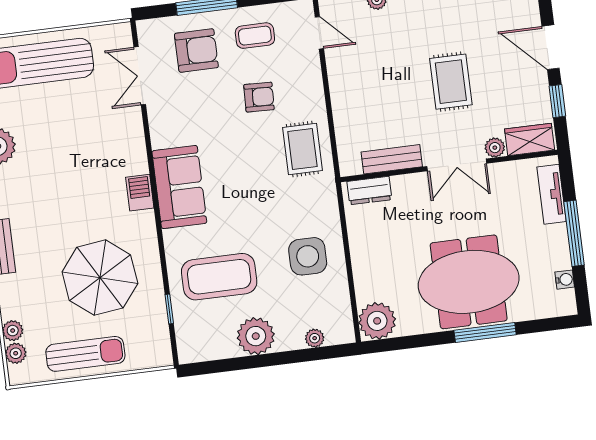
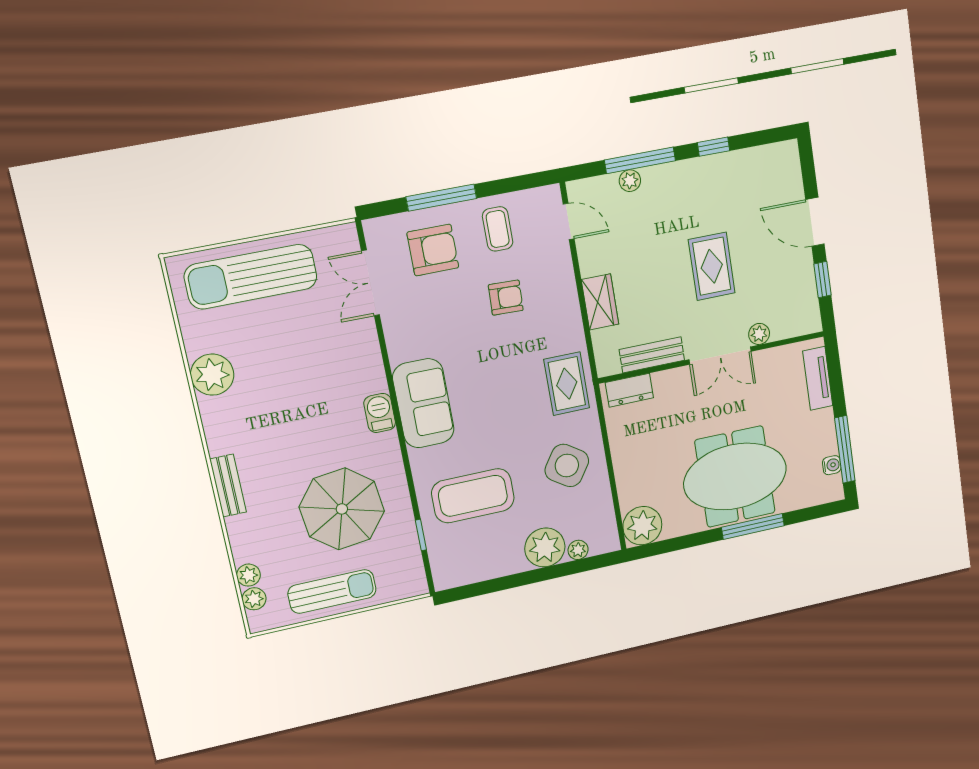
coffee table: (255, 36) -> (498, 229), turned 90
wardrobe: (530, 140) -> (600, 302), moved, turned 90
rug: (302, 149) -> (567, 384), moved
window: (574, 233) -> (845, 449), moved
side table: (308, 256) -> (567, 465), turned 34
plant: (256, 336) -> (545, 547), moved

